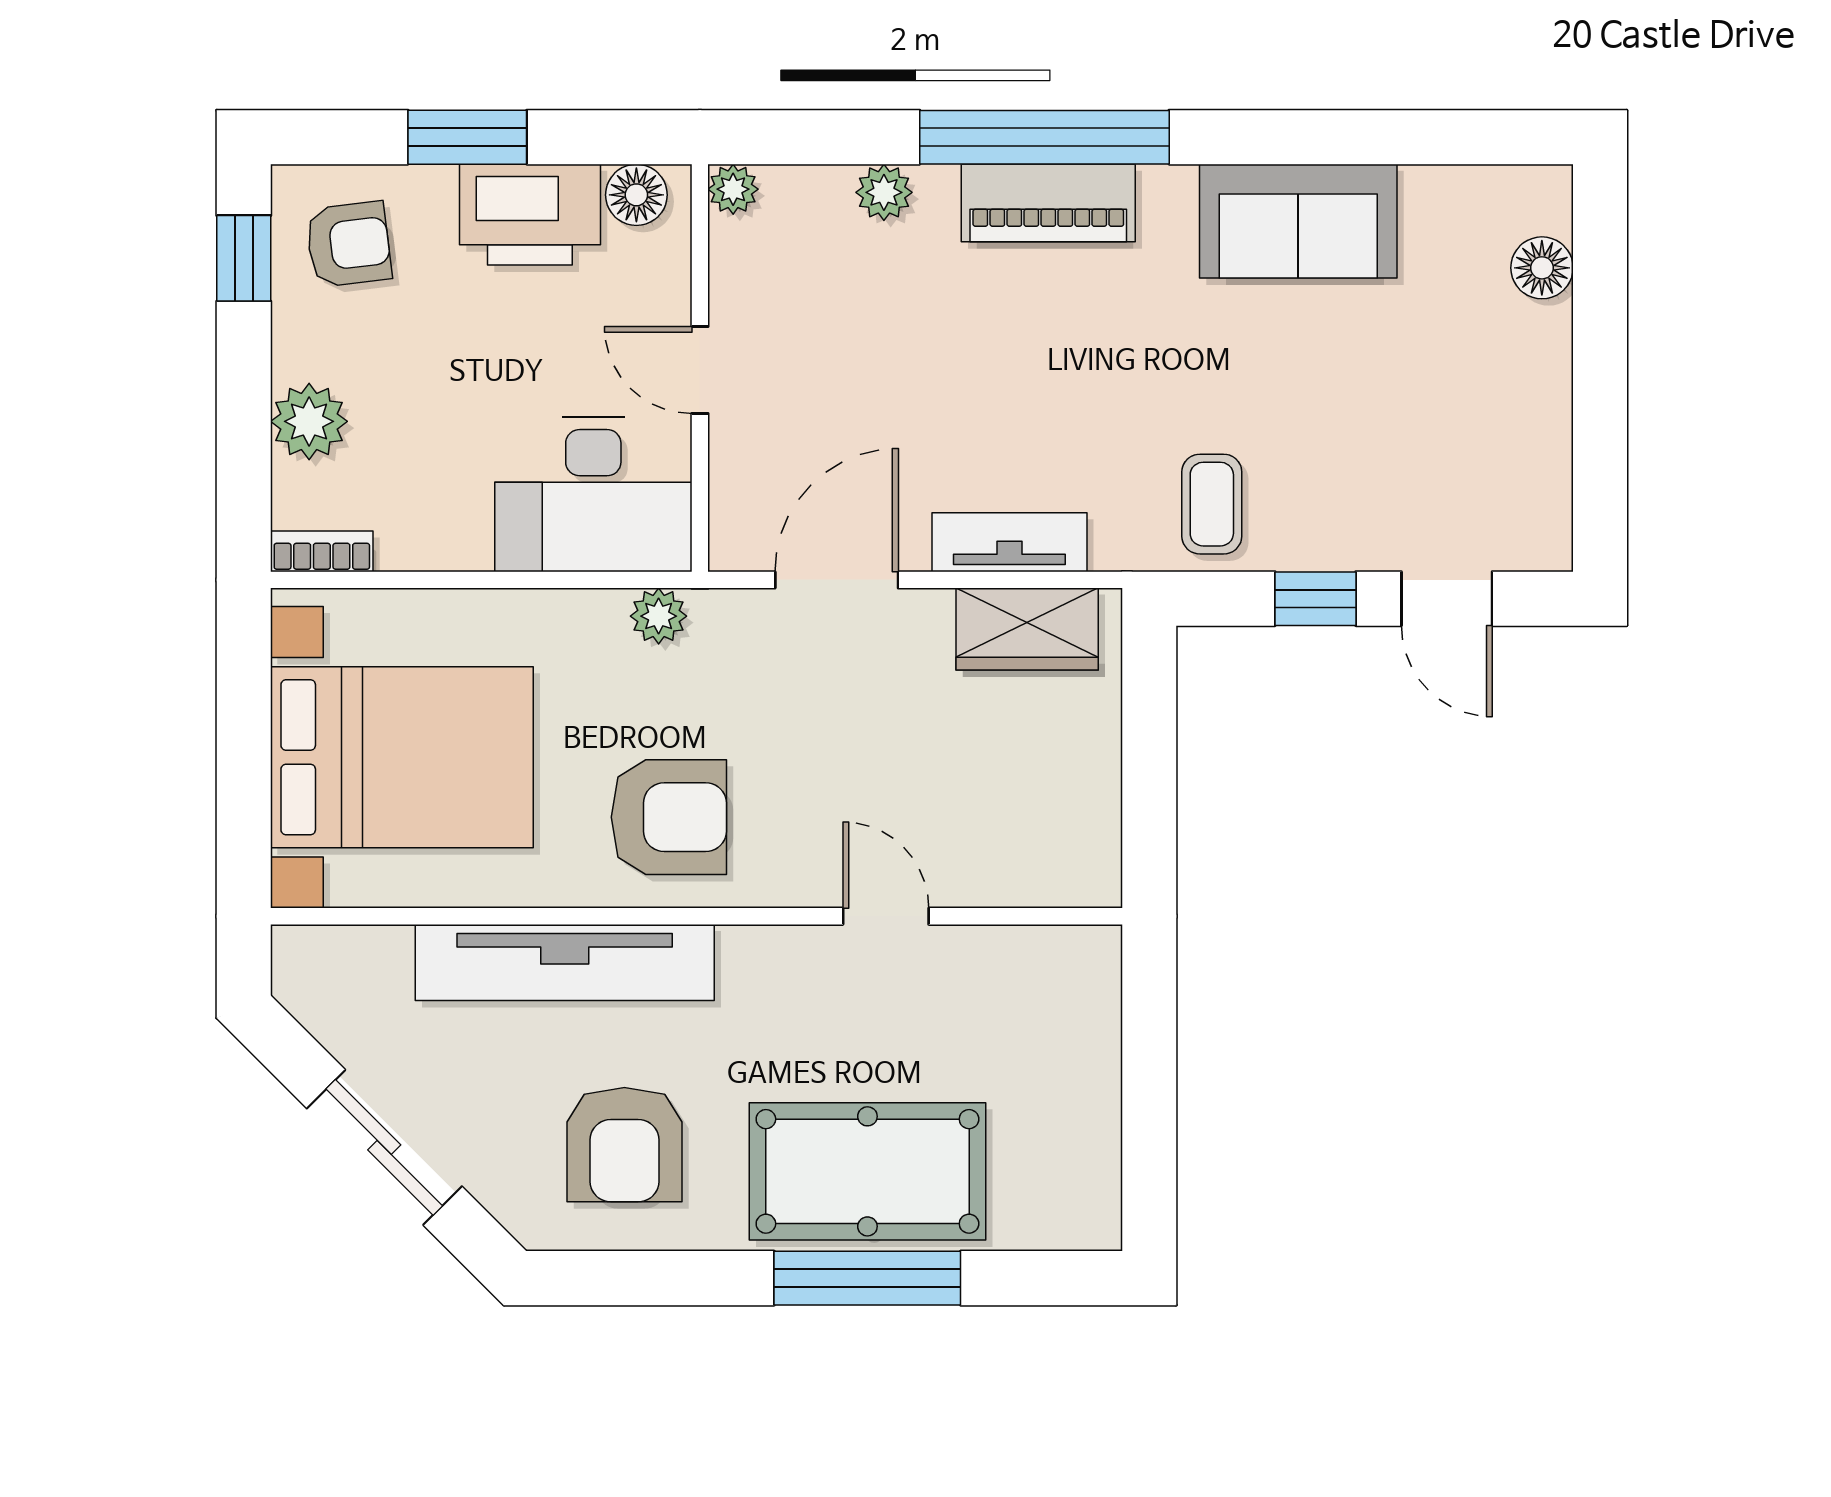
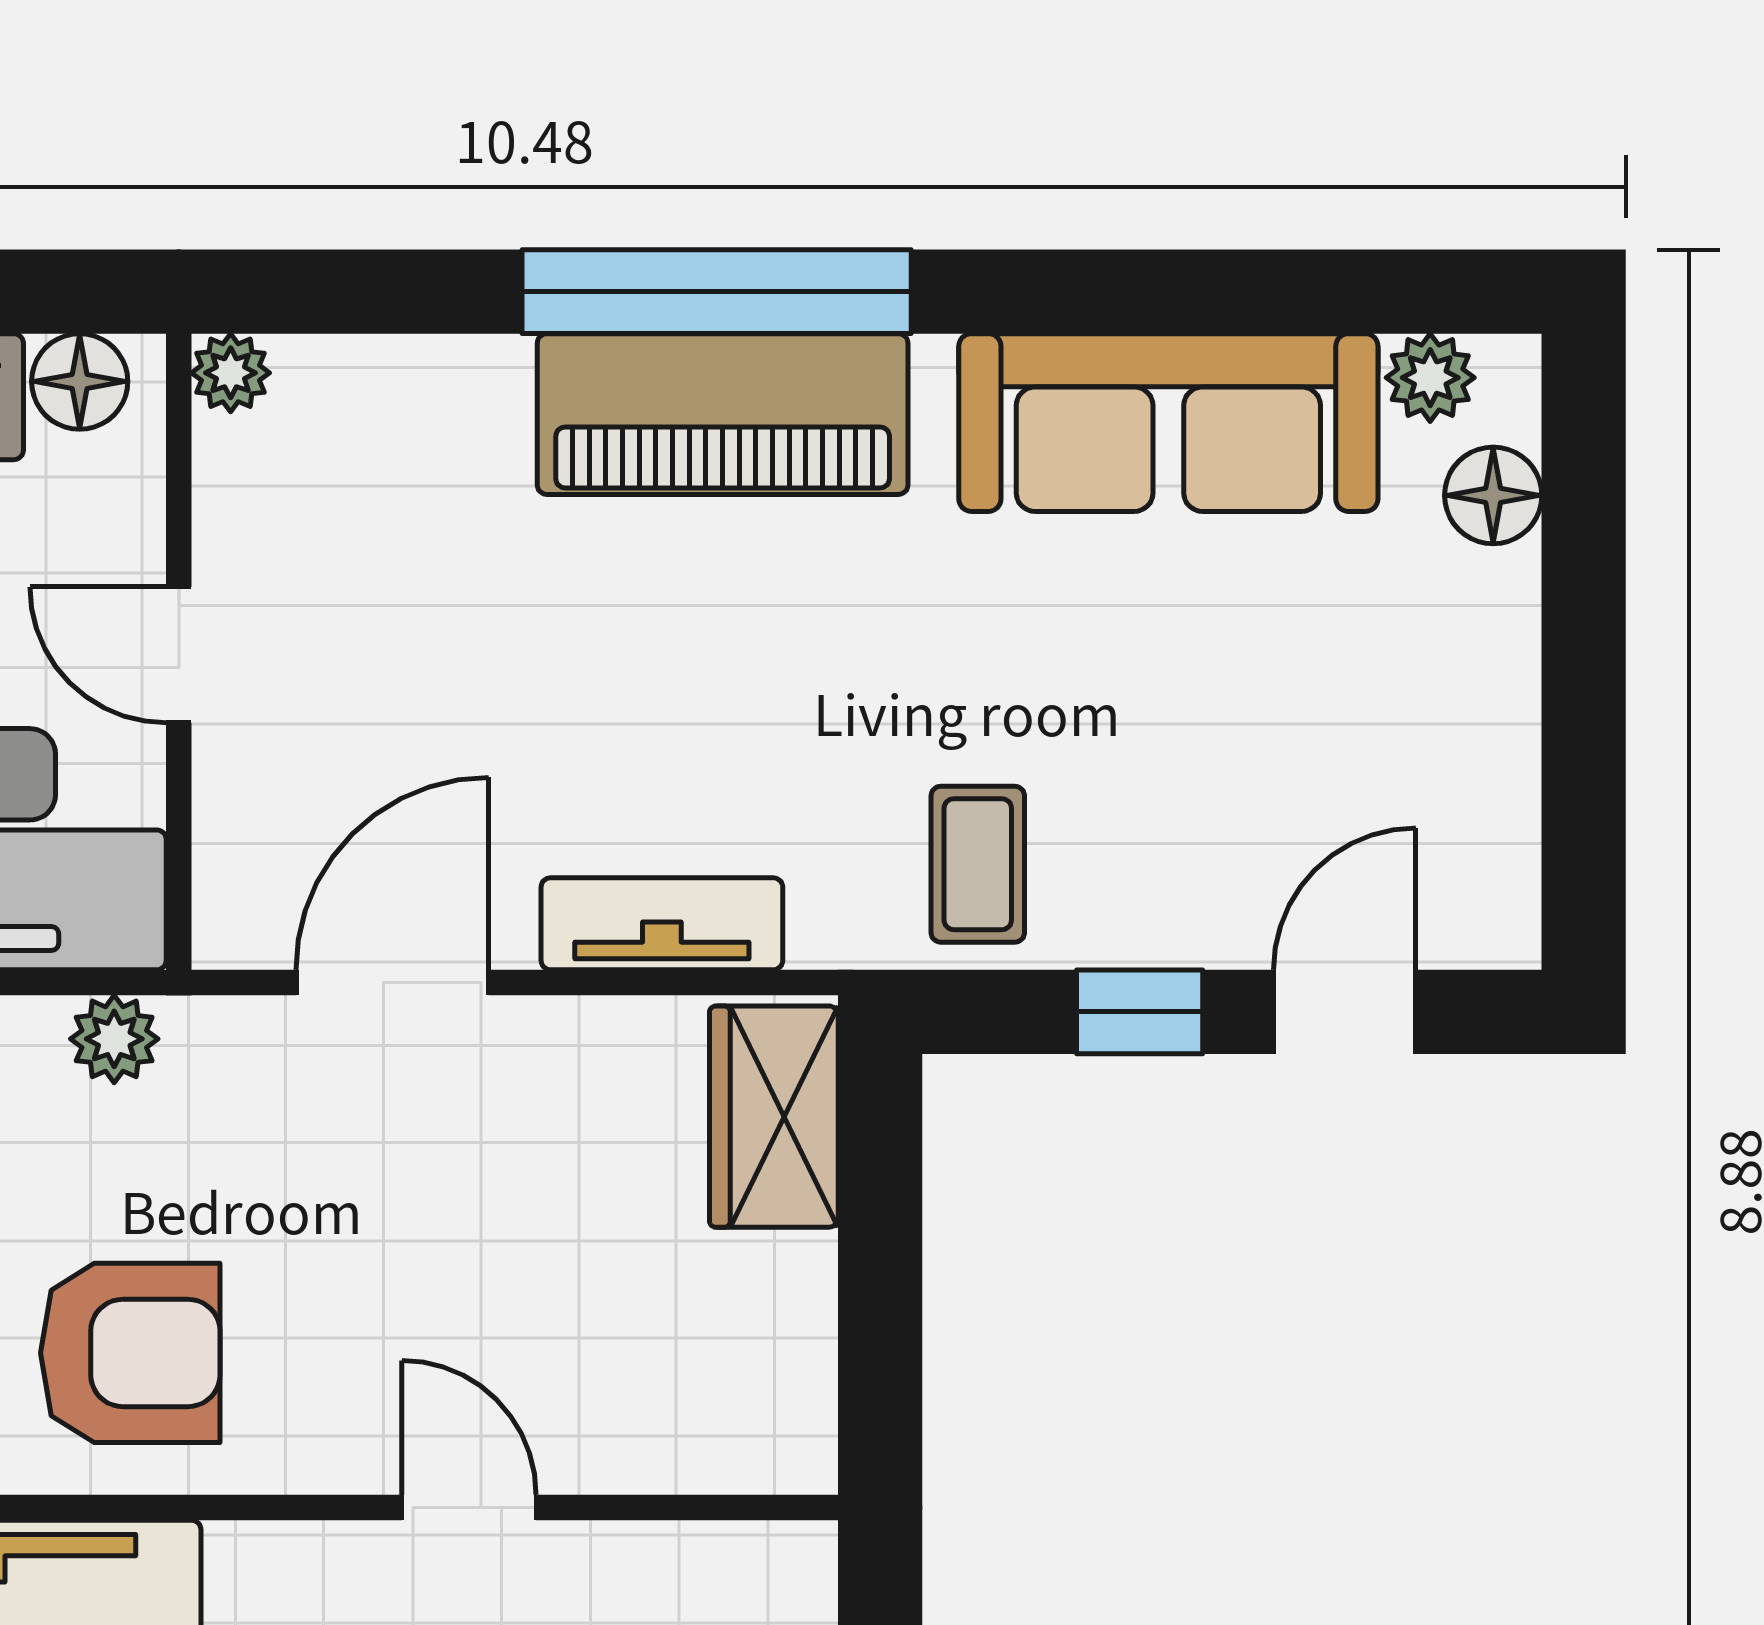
plant: (884, 192) -> (1430, 378), moved
piano: (1048, 203) -> (723, 414), width x1.37, depth x1.33
sofa: (1298, 221) -> (1168, 423), width x1.36
door: (1447, 599) -> (1345, 1012), swing flipped
wardrobe: (1027, 629) -> (774, 1117), moved, turned 90

